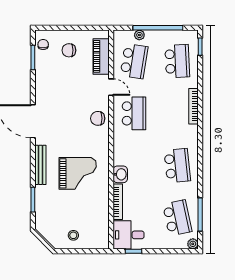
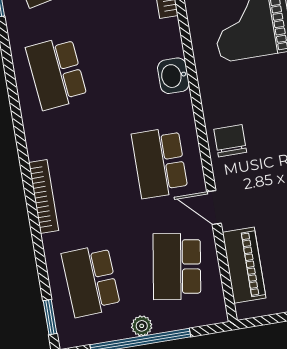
plant: (139, 35) -> (142, 326), moved
chair: (98, 118) -> (230, 141), turned -90
washbasin: (120, 174) -> (173, 76), moved

